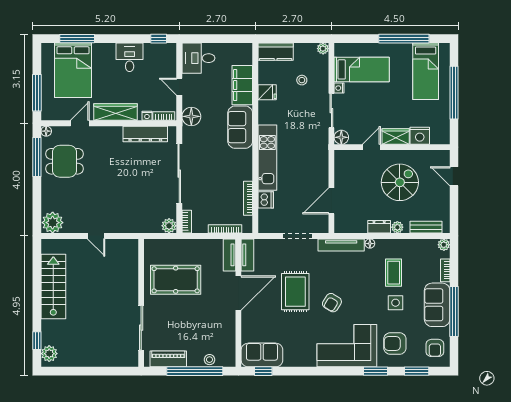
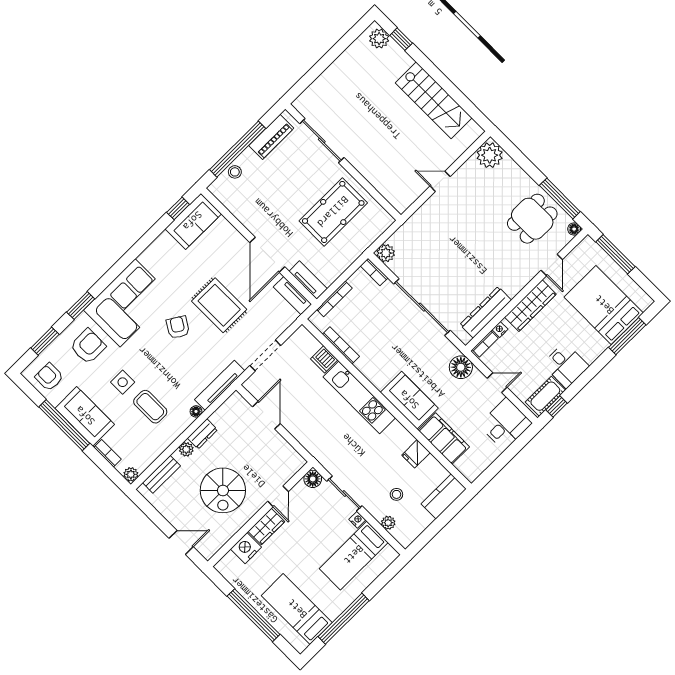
plant: (323, 49) -> (388, 523), moved
cot: (159, 51) -> (545, 396), added

